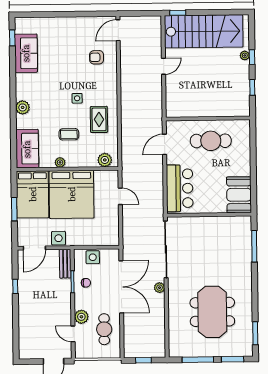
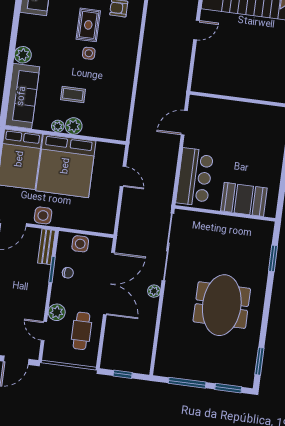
rug: (99, 119) -> (88, 25), moved
cafe table: (211, 141) -> (240, 126), removed
sofa: (27, 149) -> (22, 96), width x1.36
plant: (105, 160) -> (74, 126), moved
booth: (239, 195) -> (244, 199), moved, turned 90
window: (254, 246) -> (273, 258), width x0.69
meeting table: (212, 312) -> (222, 305), moved

